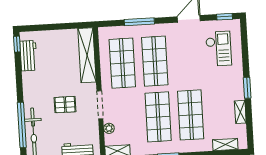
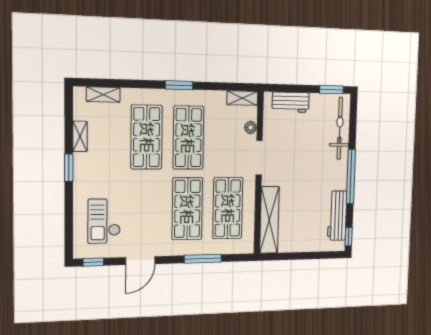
workbench: (28, 56) -> (337, 216), width x1.38
pallet: (65, 105) -> (300, 161), removed
window: (22, 125) -> (351, 177), moved

